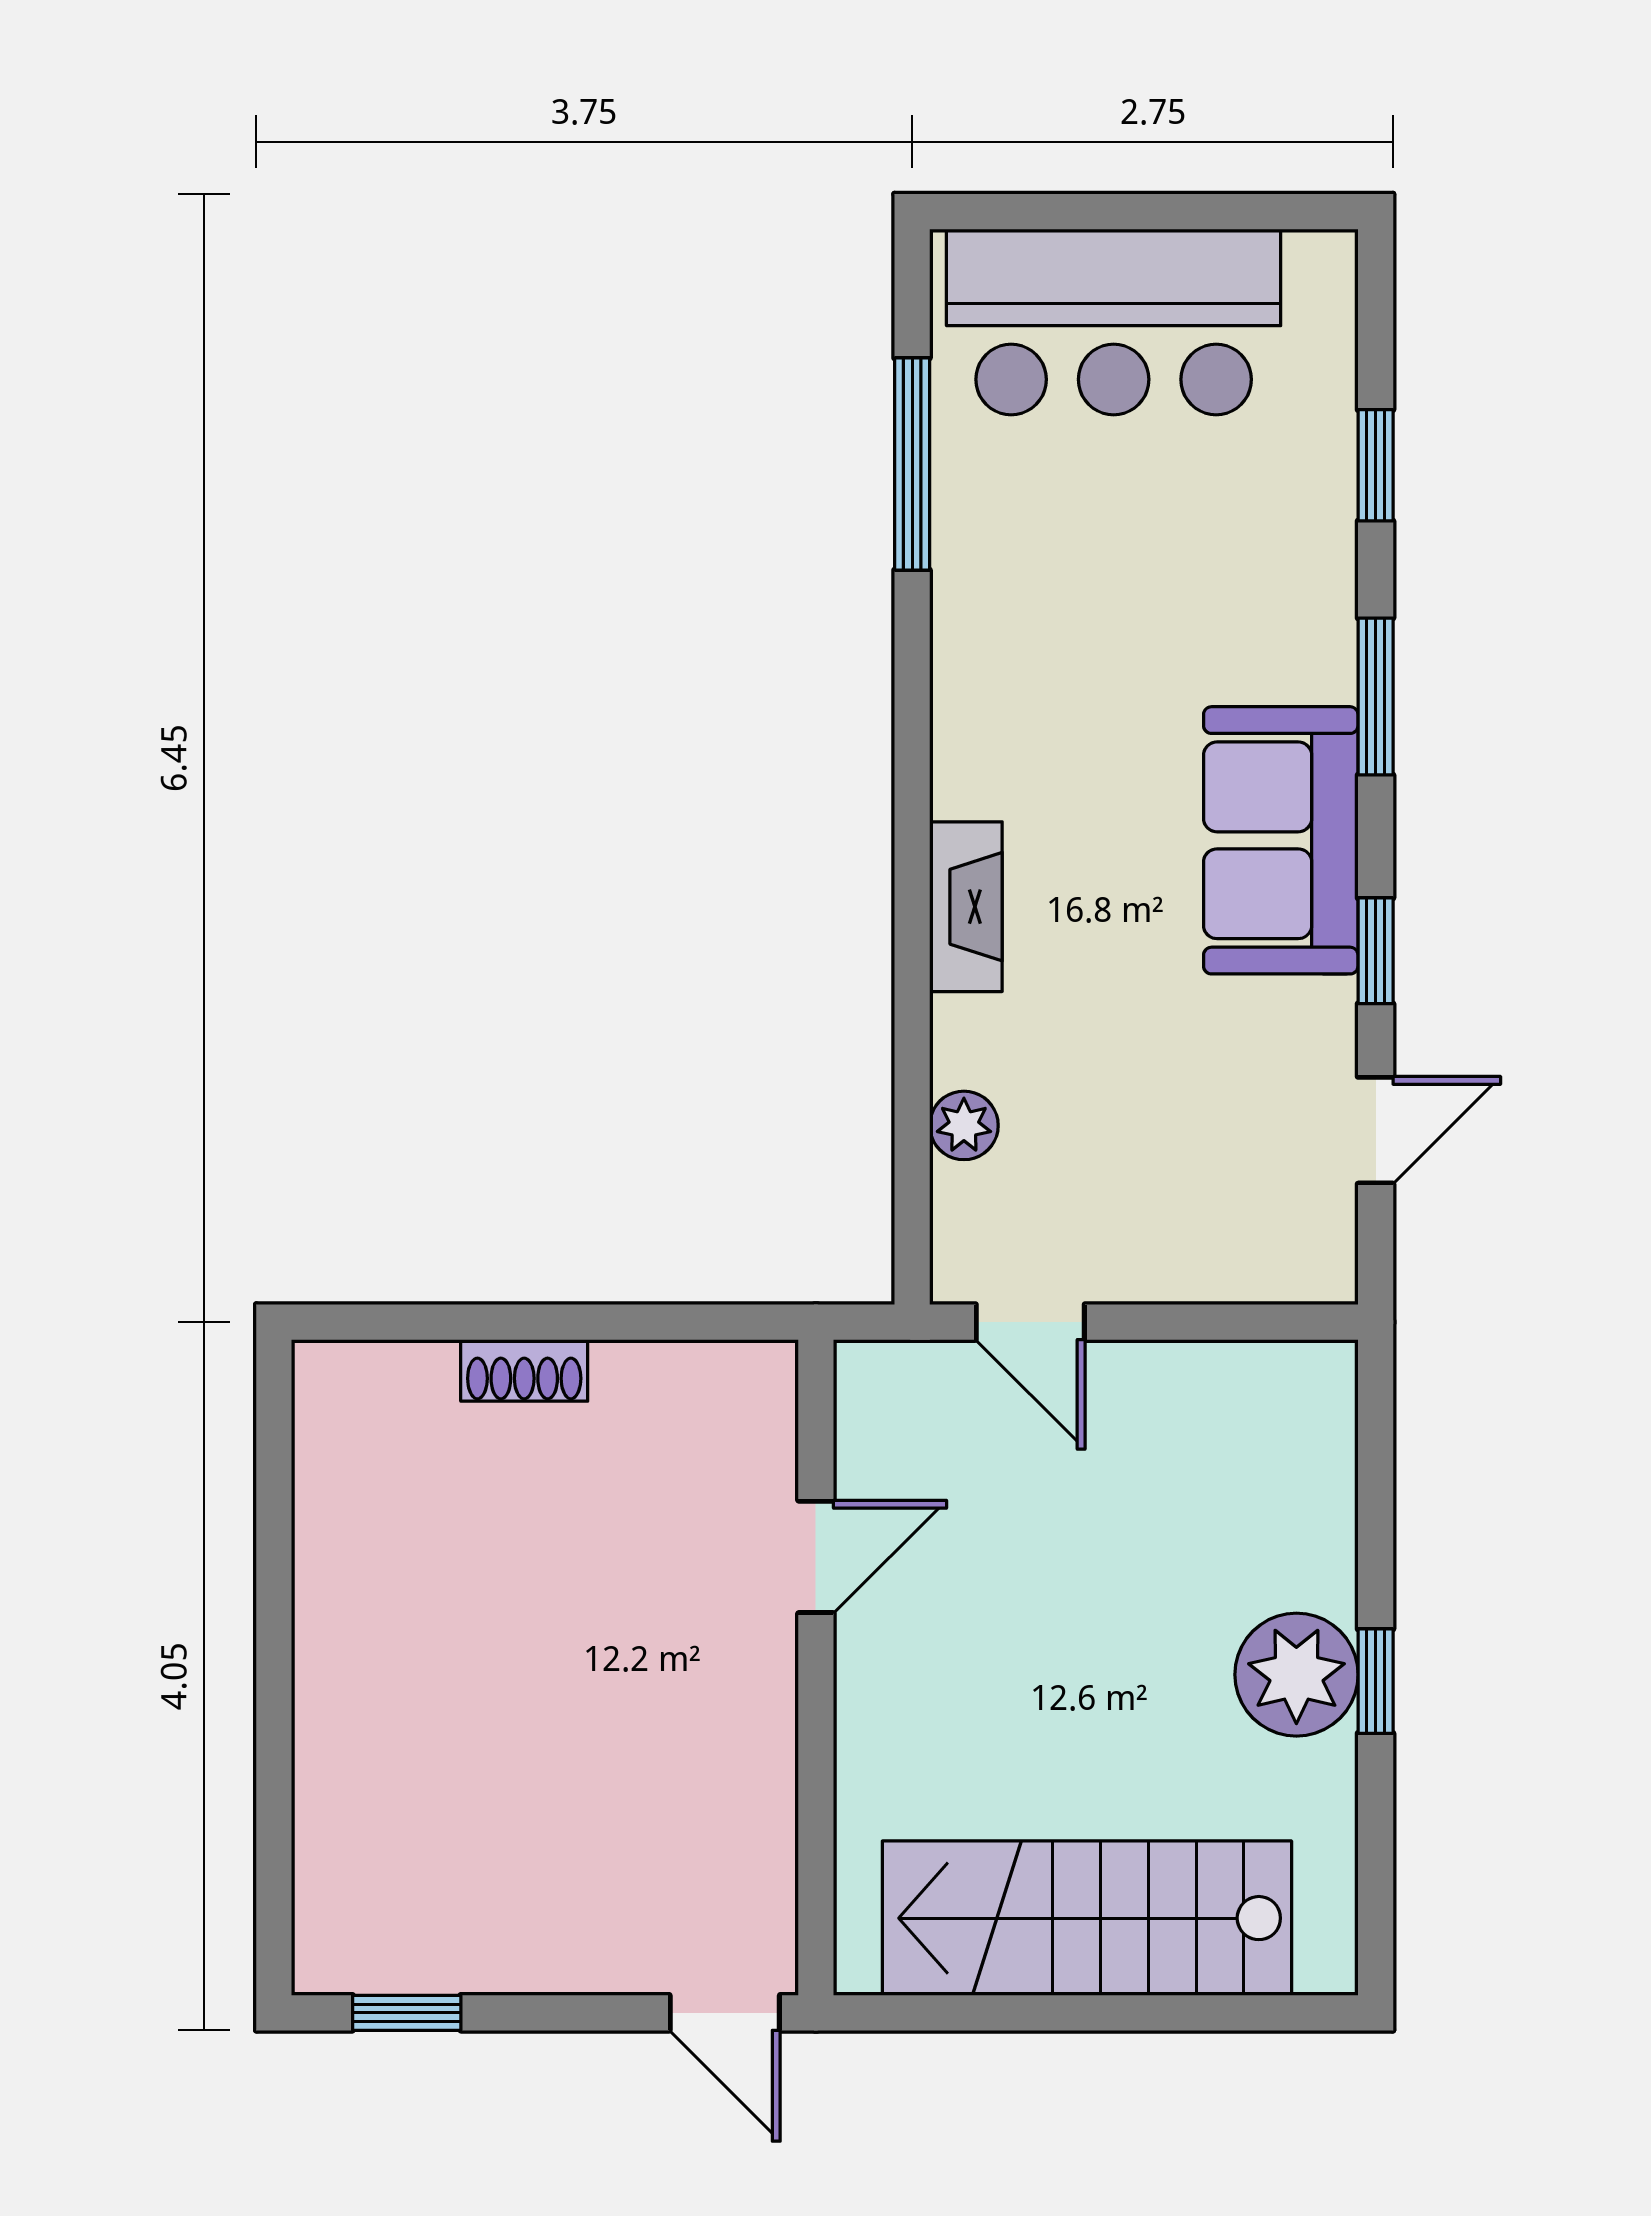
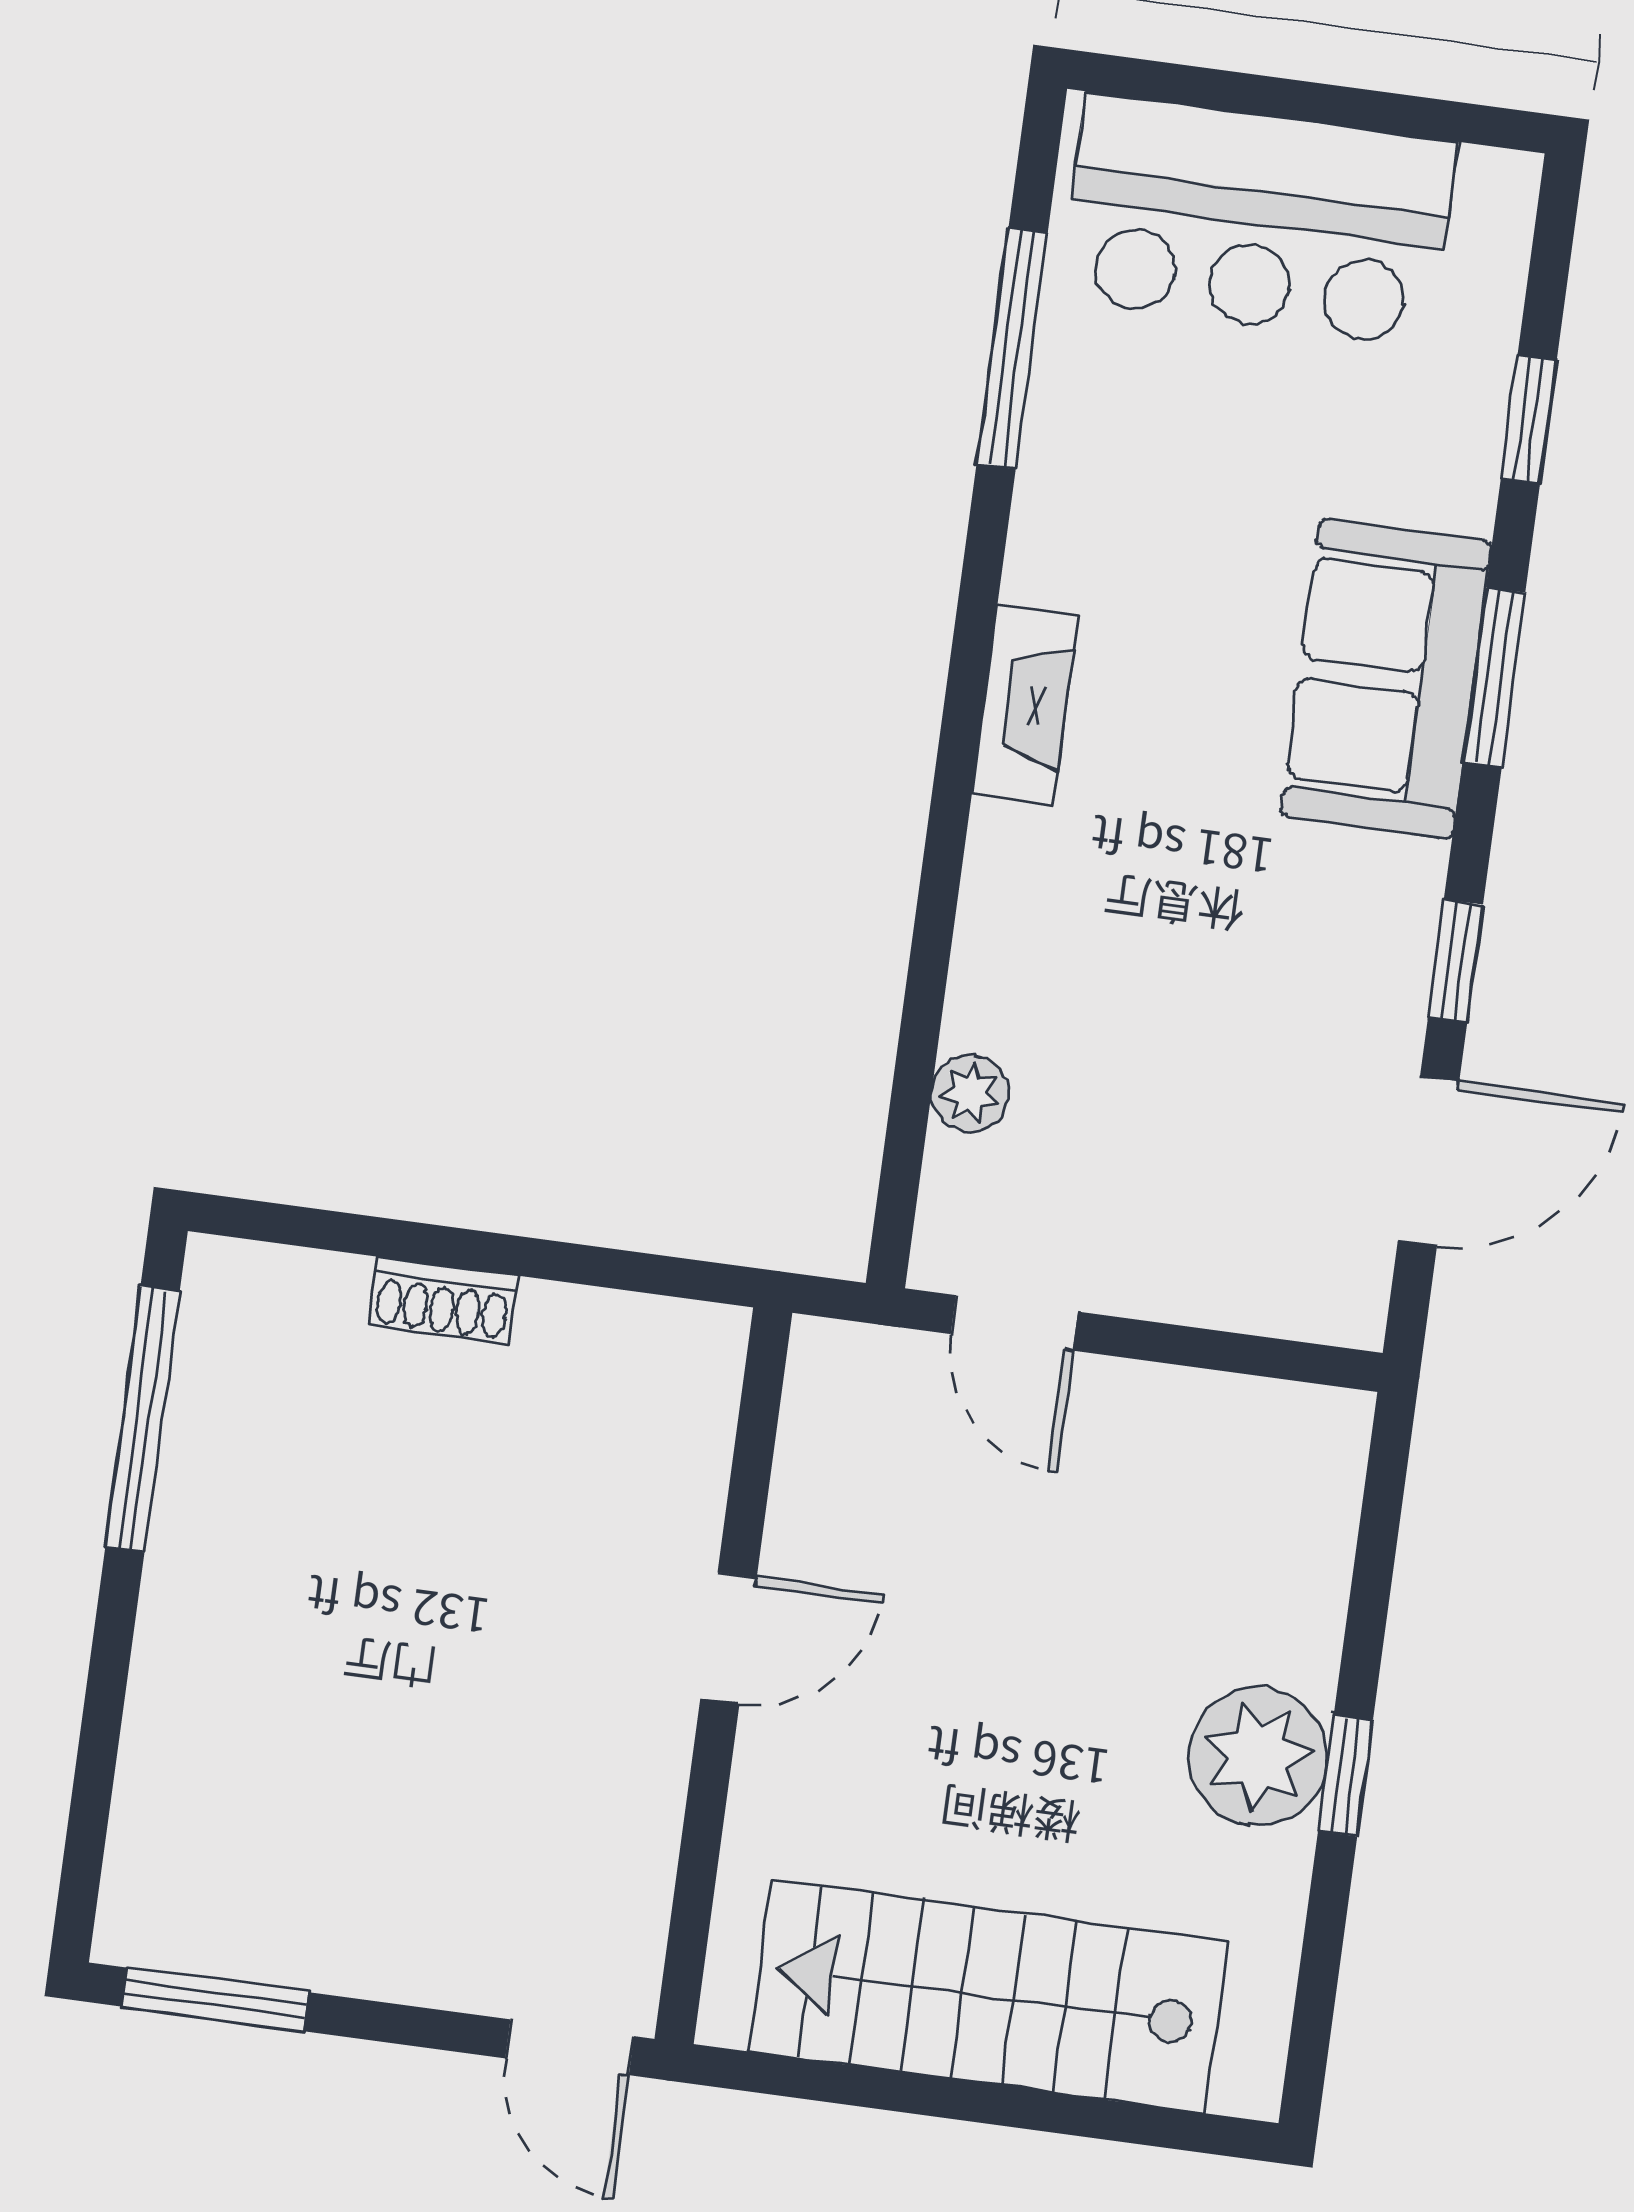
sofa: (1281, 840) -> (1386, 679), moved
fireplace: (966, 907) -> (1025, 705), moved
door: (1376, 1130) -> (1428, 1161), width x1.38
window: (274, 1510) -> (142, 1419), added
door: (816, 1557) -> (728, 1638), moved
window: (407, 2013) -> (215, 1999), width x1.50

